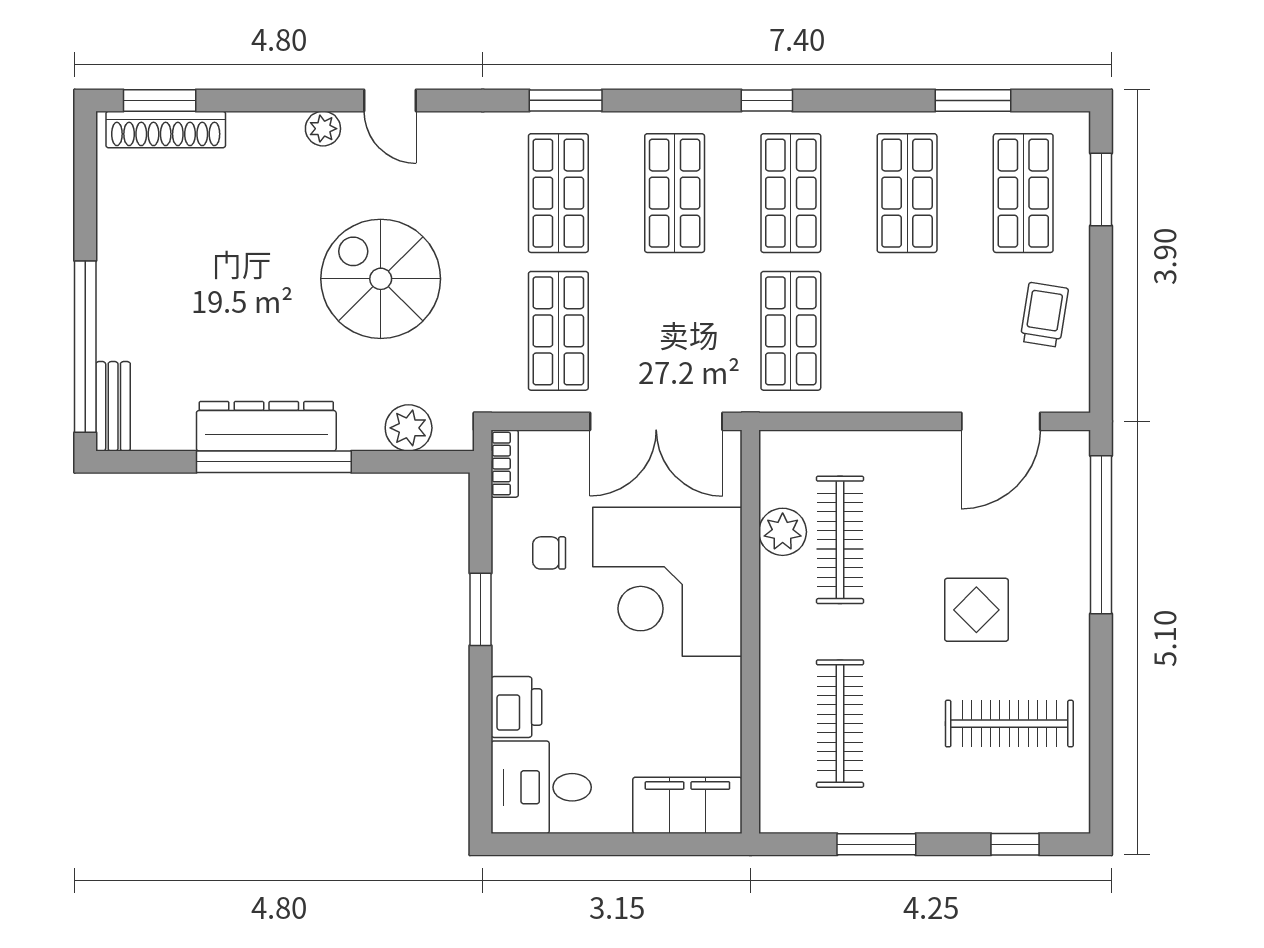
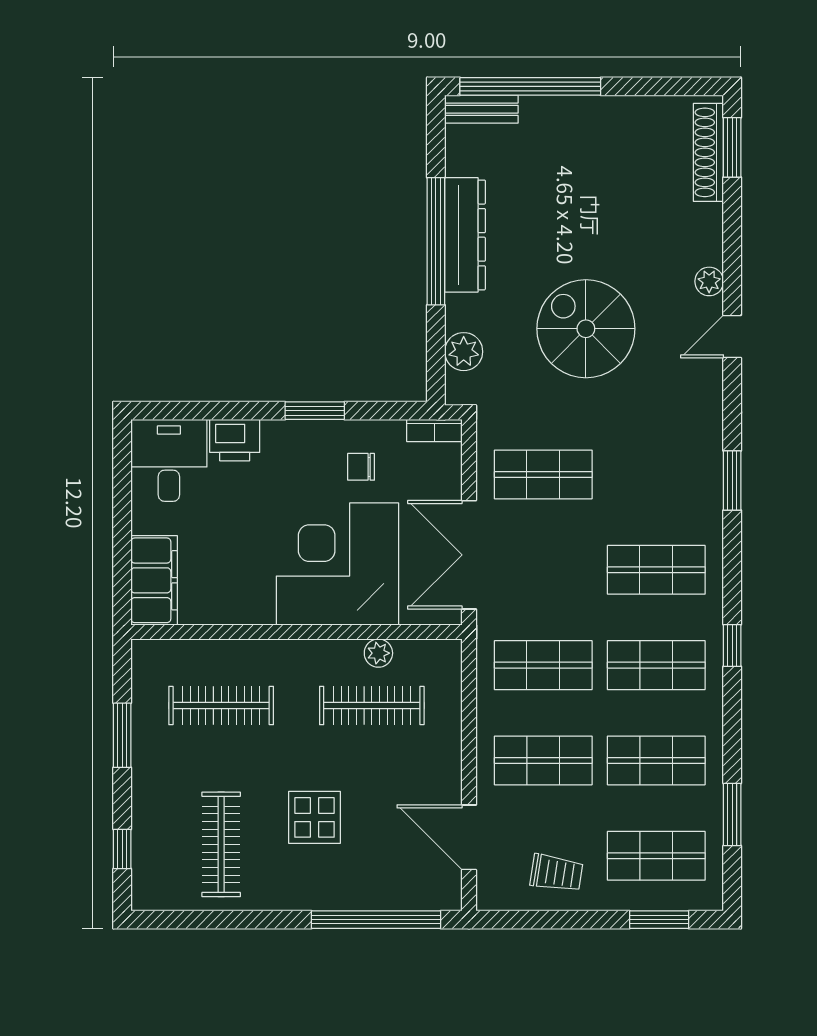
shop shelf: (558, 193) -> (543, 760), moved
spiral stairs: (381, 279) -> (586, 329), turned -90
plant: (783, 532) -> (378, 653), width x0.73, depth x0.73
chair: (549, 553) -> (361, 467), turned -90

